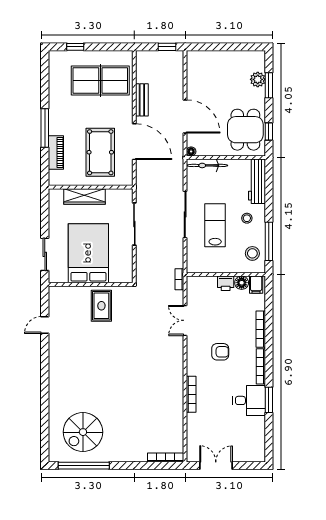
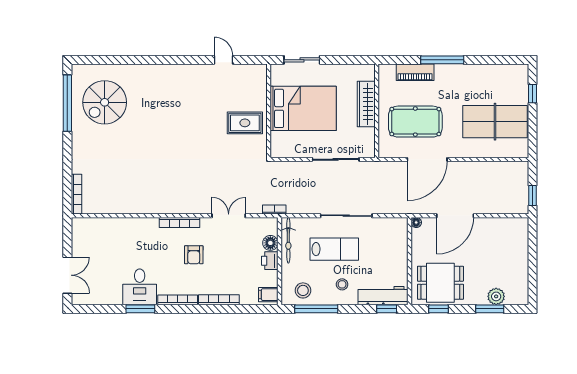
table tennis table: (100, 80) -> (495, 122), turned 90
bench: (142, 100) -> (473, 168), removed
bicycle: (207, 165) -> (288, 240), moved, turned 180
window: (269, 178) -> (387, 309), added
floor lamp: (242, 283) -> (270, 243), moved
bookcase: (191, 394) -> (179, 222), moved
spiral stairs: (83, 432) -> (105, 102), turned -90
double door: (216, 466) -> (67, 275), moved

